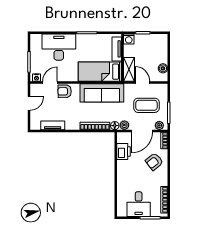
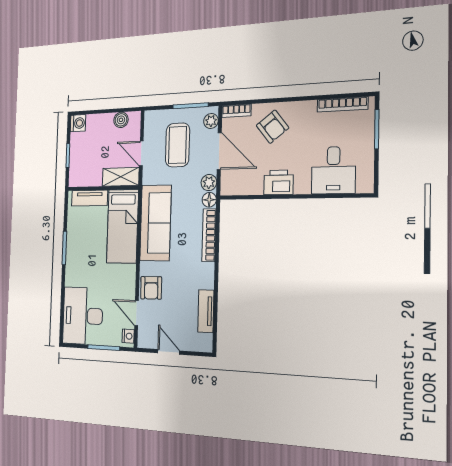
washing machine: (129, 39) -> (78, 123), moved
desk: (59, 47) -> (83, 316), moved
door: (142, 82) -> (141, 153), hinge flipped
printer: (124, 151) -> (279, 182), moved
desk: (139, 204) -> (333, 170), moved, turned 90

